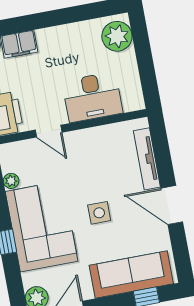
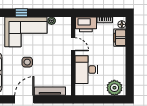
door: (49, 131) -> (73, 44), swing flipped

